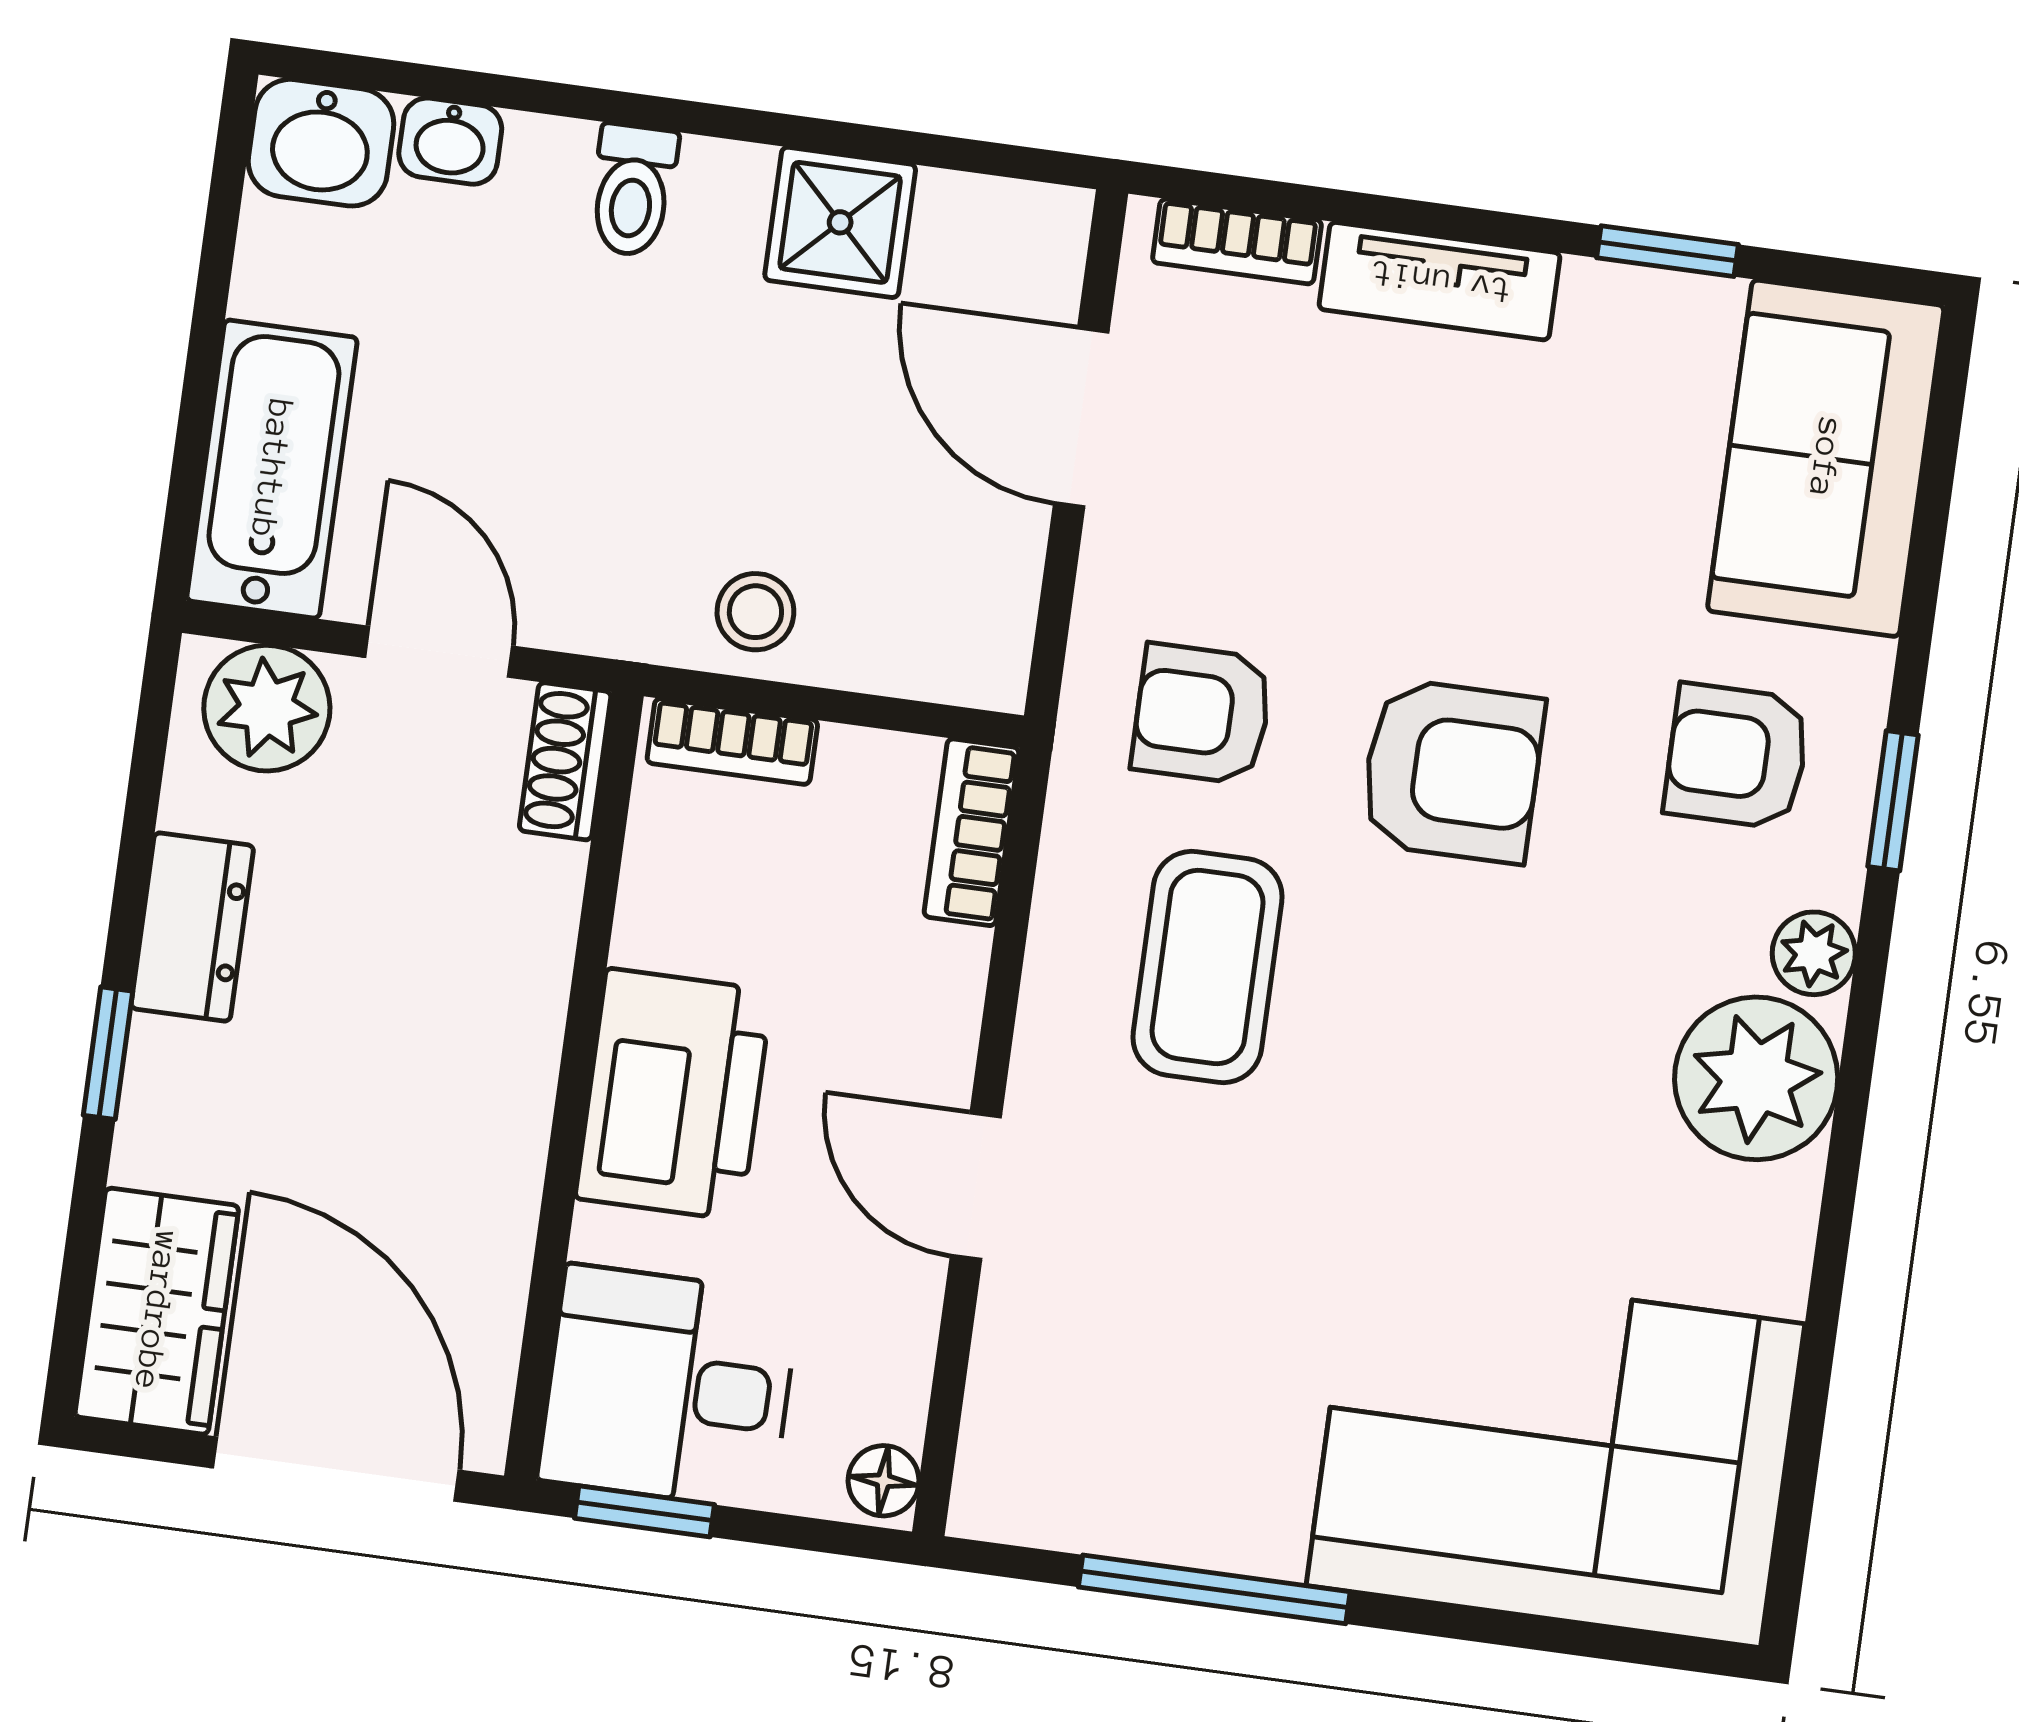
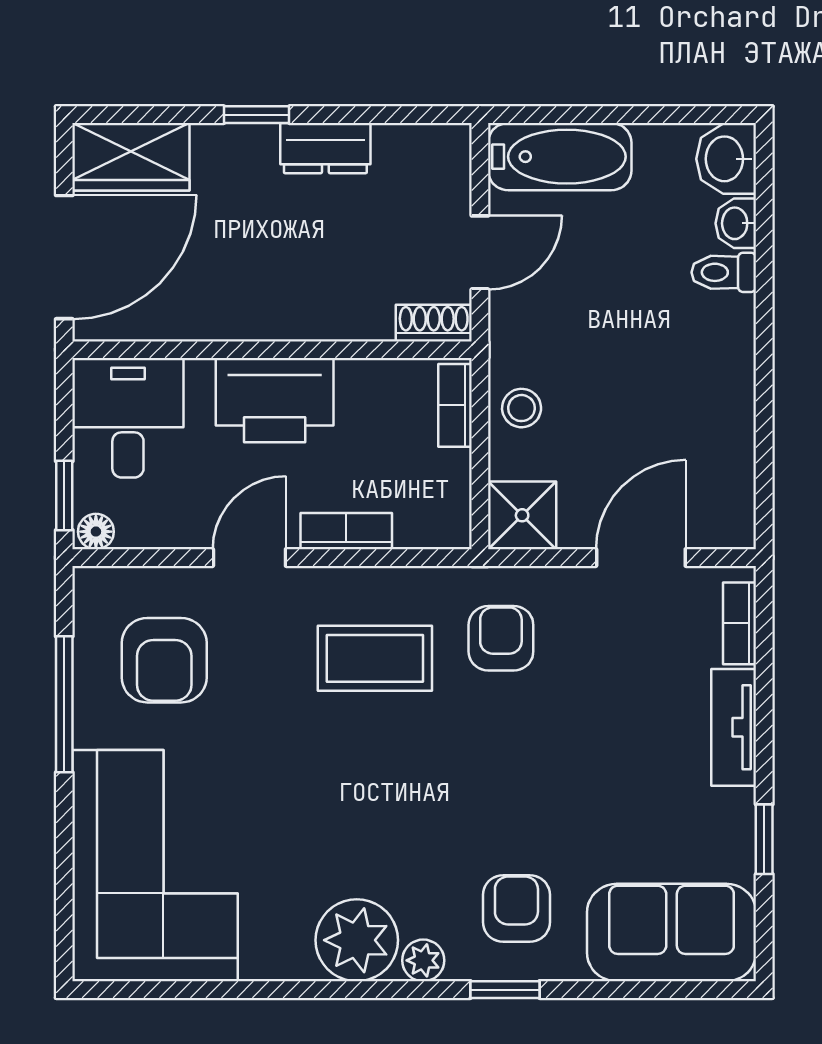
toilet: (633, 190) -> (724, 272), moved
shower: (840, 222) -> (522, 515), moved
plant: (267, 708) -> (440, 170), removed
armchair: (1452, 771) -> (164, 660), moved
bookcase: (972, 832) -> (346, 531), moved
window: (644, 1511) -> (64, 496), moved

